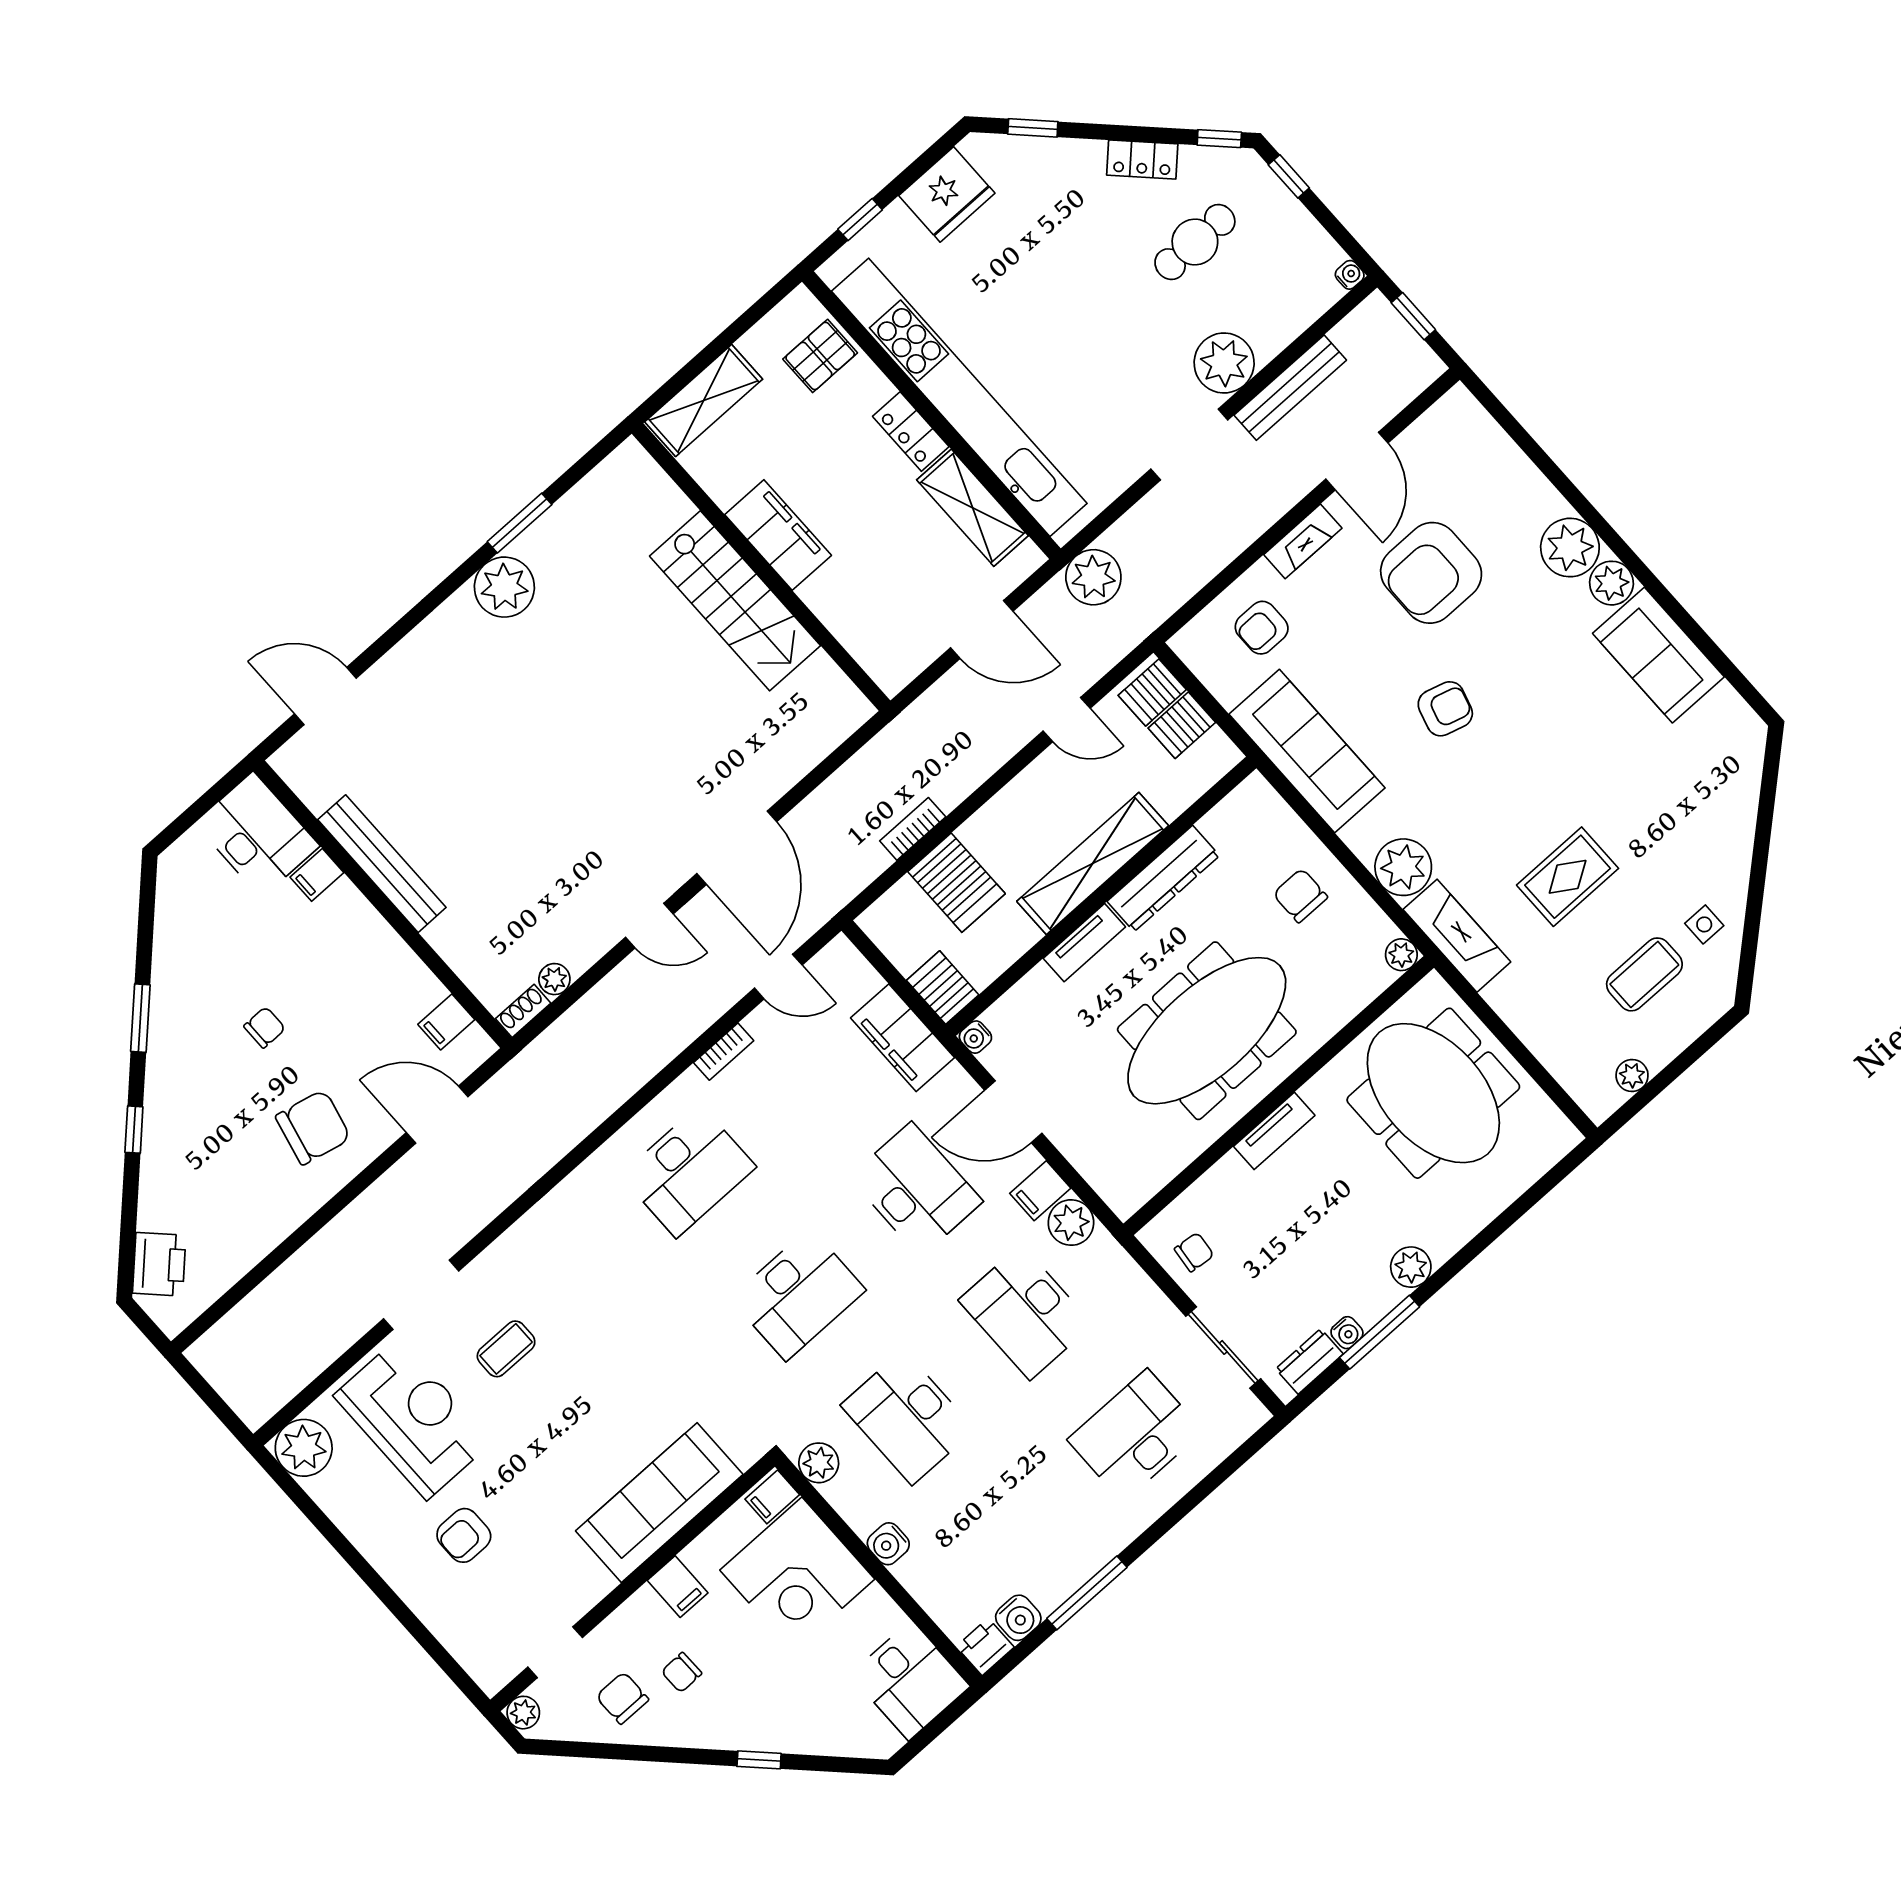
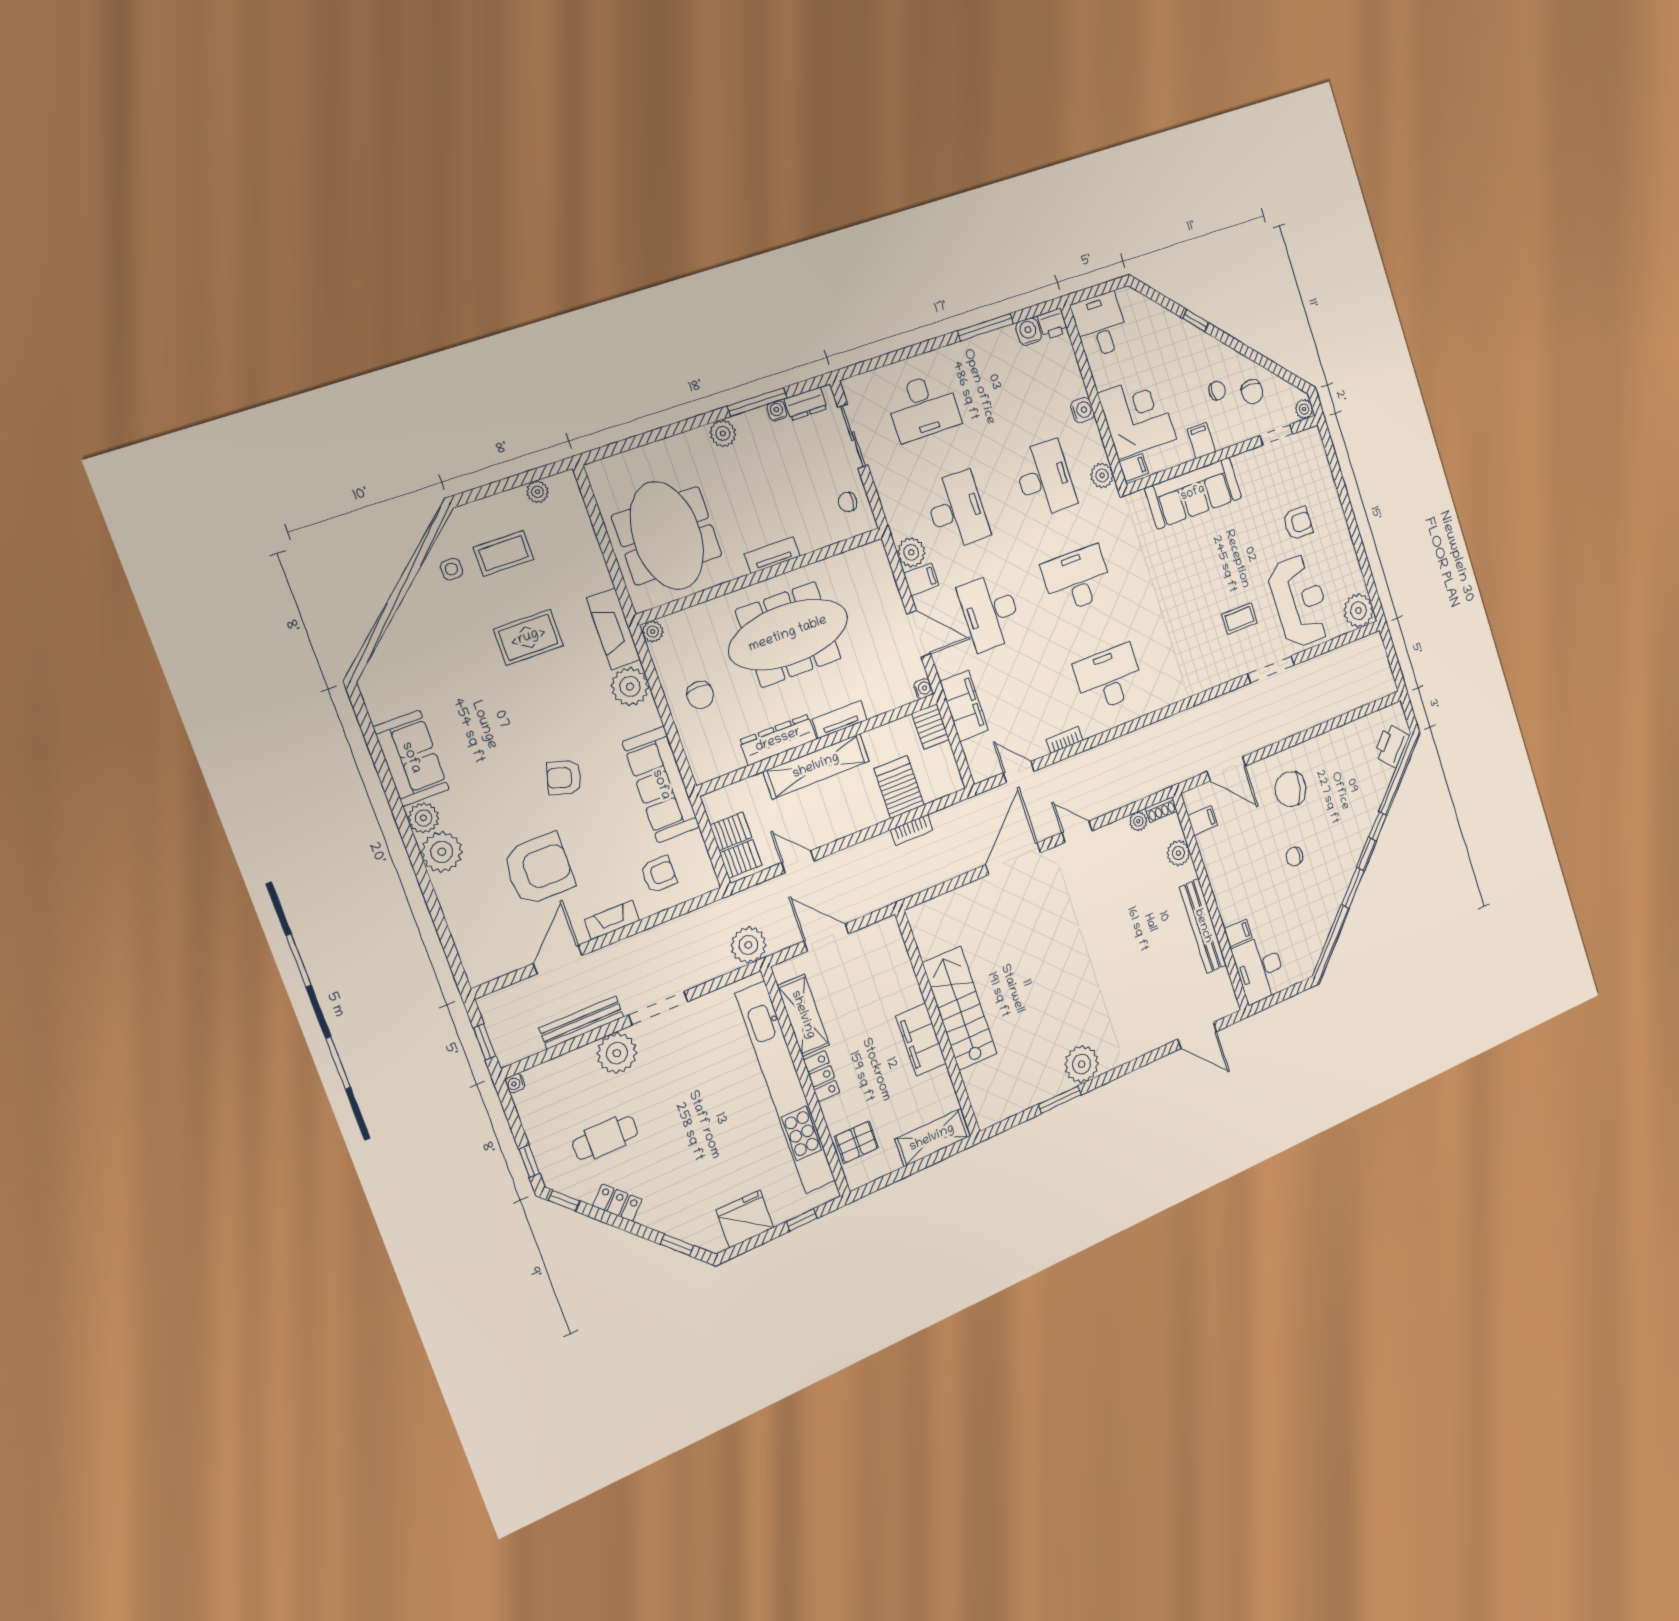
plant: (468, 957) -> (1178, 853), added
reception desk: (413, 1419) -> (1300, 601), turned 180

